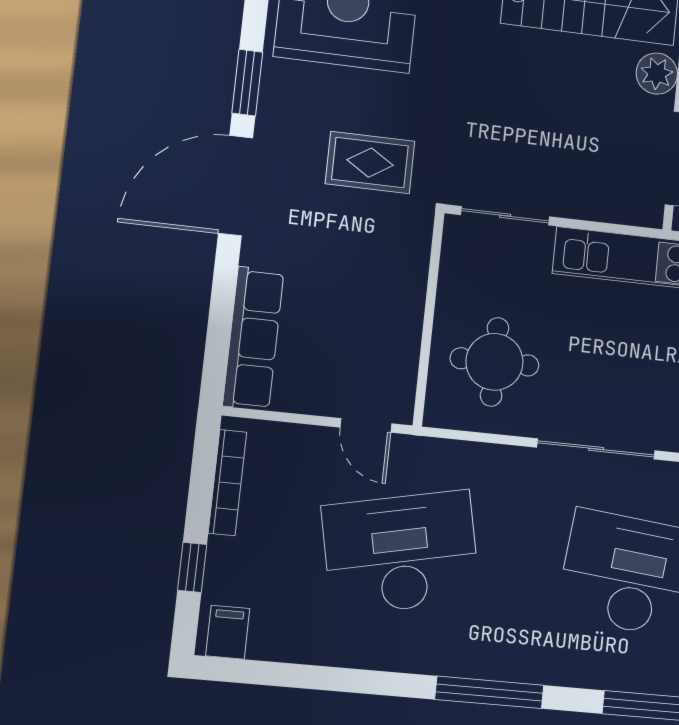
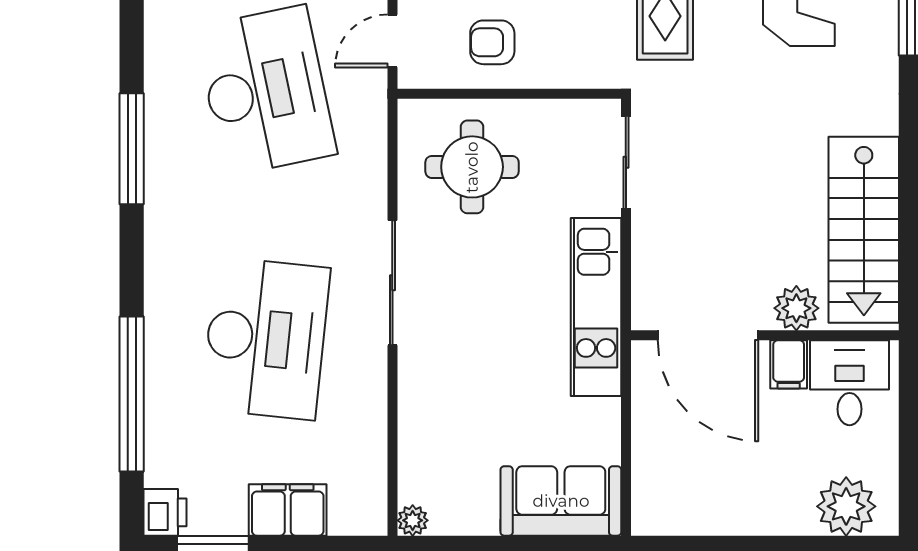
armchair: (377, 330) -> (492, 42), added
window: (489, 692) -> (132, 149), moved

